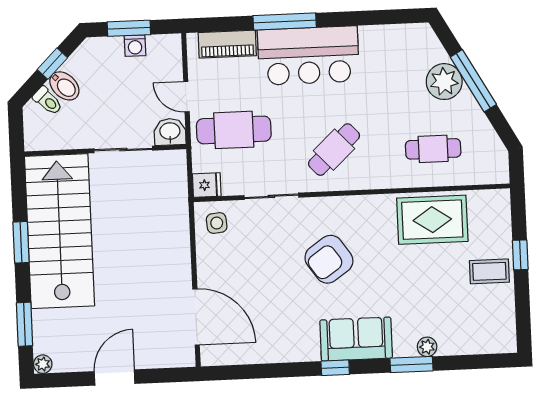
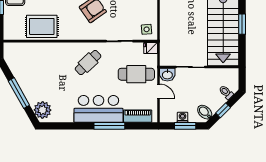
plant: (444, 82) -> (43, 110), moved
bidet: (64, 86) -> (205, 112), moved
cafe table: (433, 149) -> (40, 61), removed

